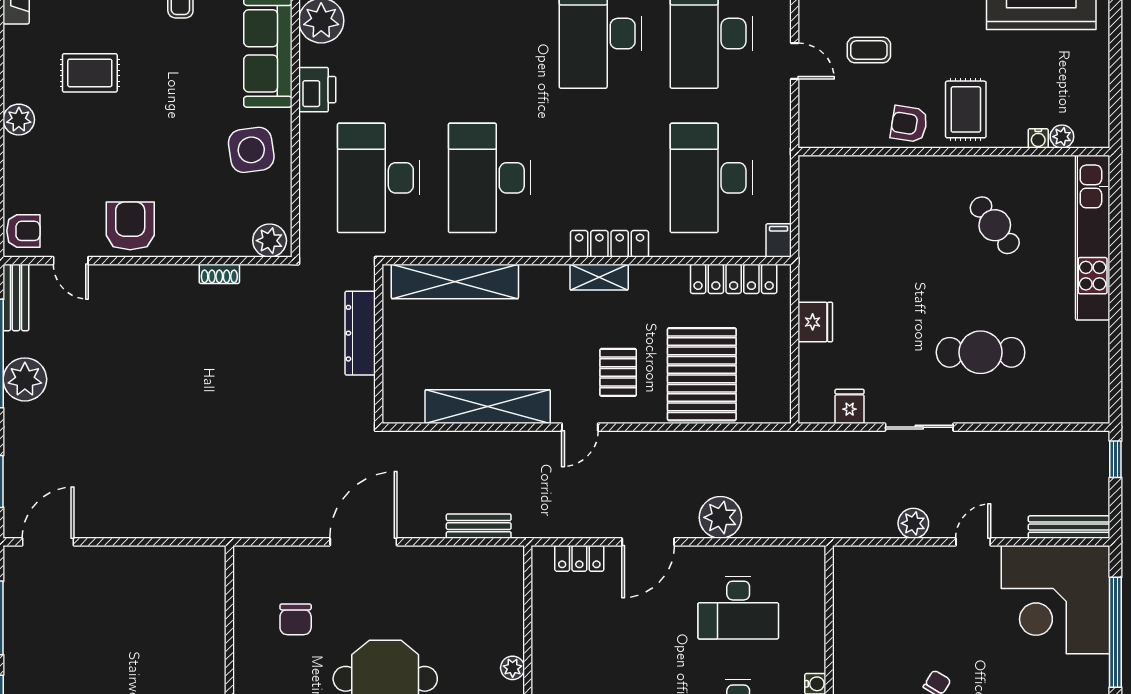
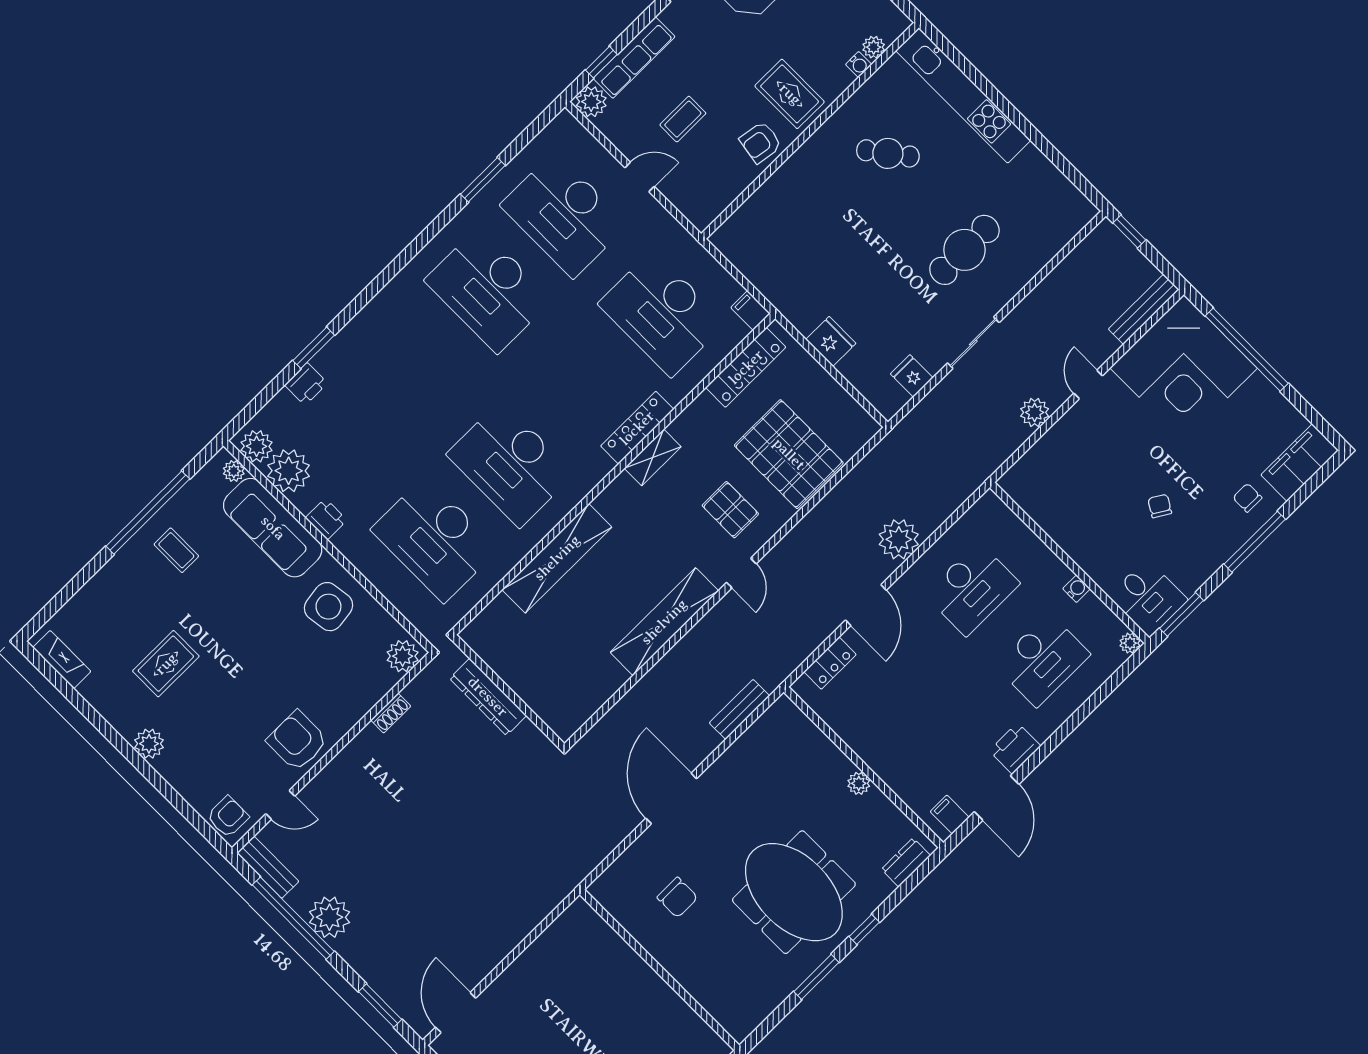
printer: (317, 90) -> (326, 519), width x0.73, depth x0.81
dresser: (360, 333) -> (488, 697), moved
wall: (379, 344) -> (508, 692), moved

